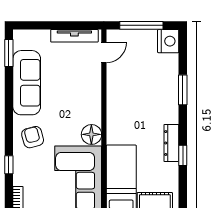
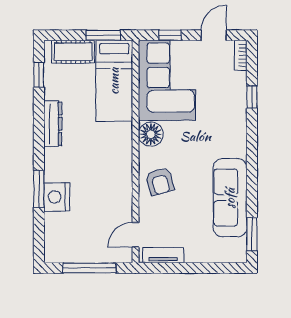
tv unit: (74, 36) -> (163, 255), width x0.71
nightstand: (168, 41) -> (57, 197), moved
armchair: (33, 137) -> (160, 181), moved
window: (183, 155) -> (39, 75), moved

